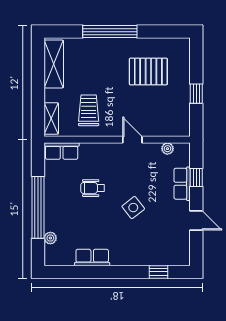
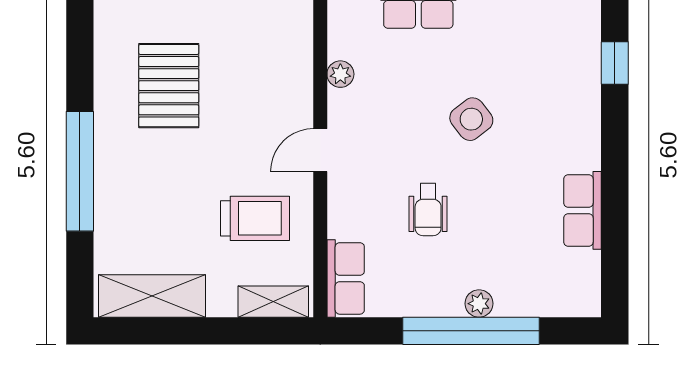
trolley: (89, 110) -> (255, 218), turned 180
door: (132, 140) -> (320, 150), moved
plant: (167, 149) -> (340, 74), moved
plant: (50, 238) -> (479, 304), moved

